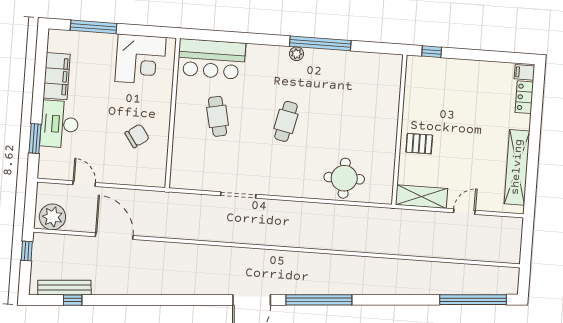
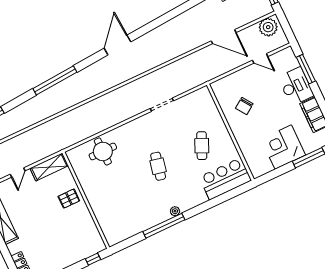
corner desk: (141, 59) -> (283, 147), moved
cafe table: (218, 116) -> (202, 146), turned 36
window: (35, 139) -> (306, 69), width x1.44
window: (319, 300) -> (55, 80), moved

